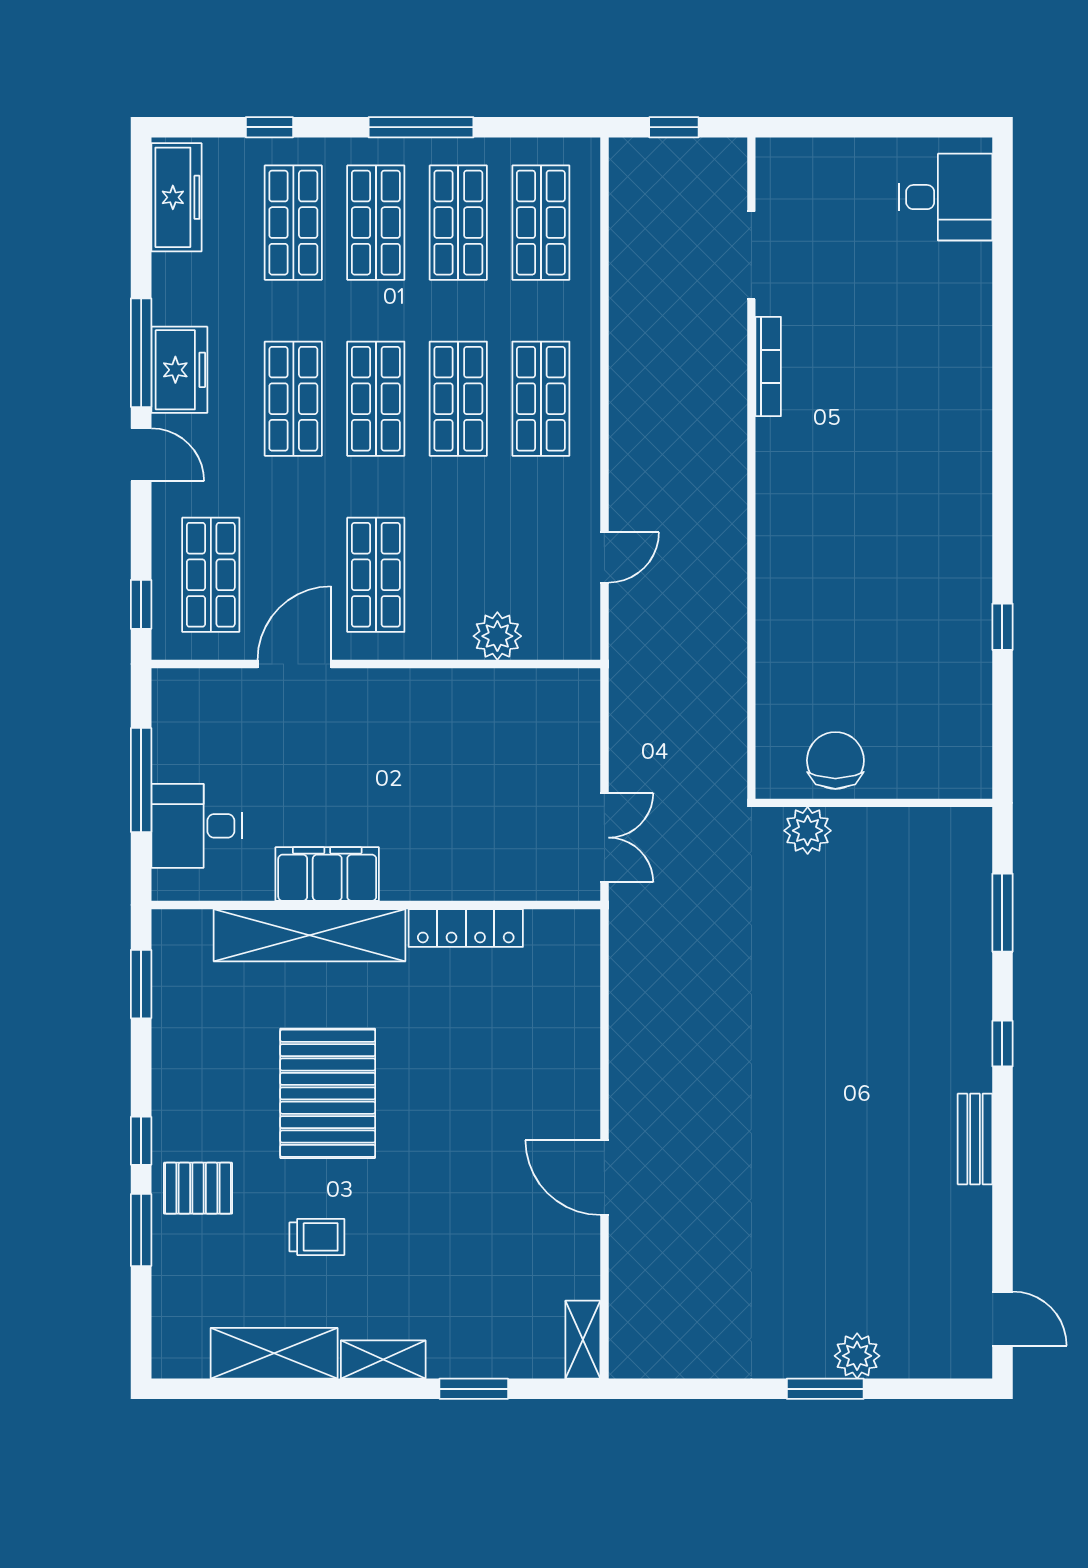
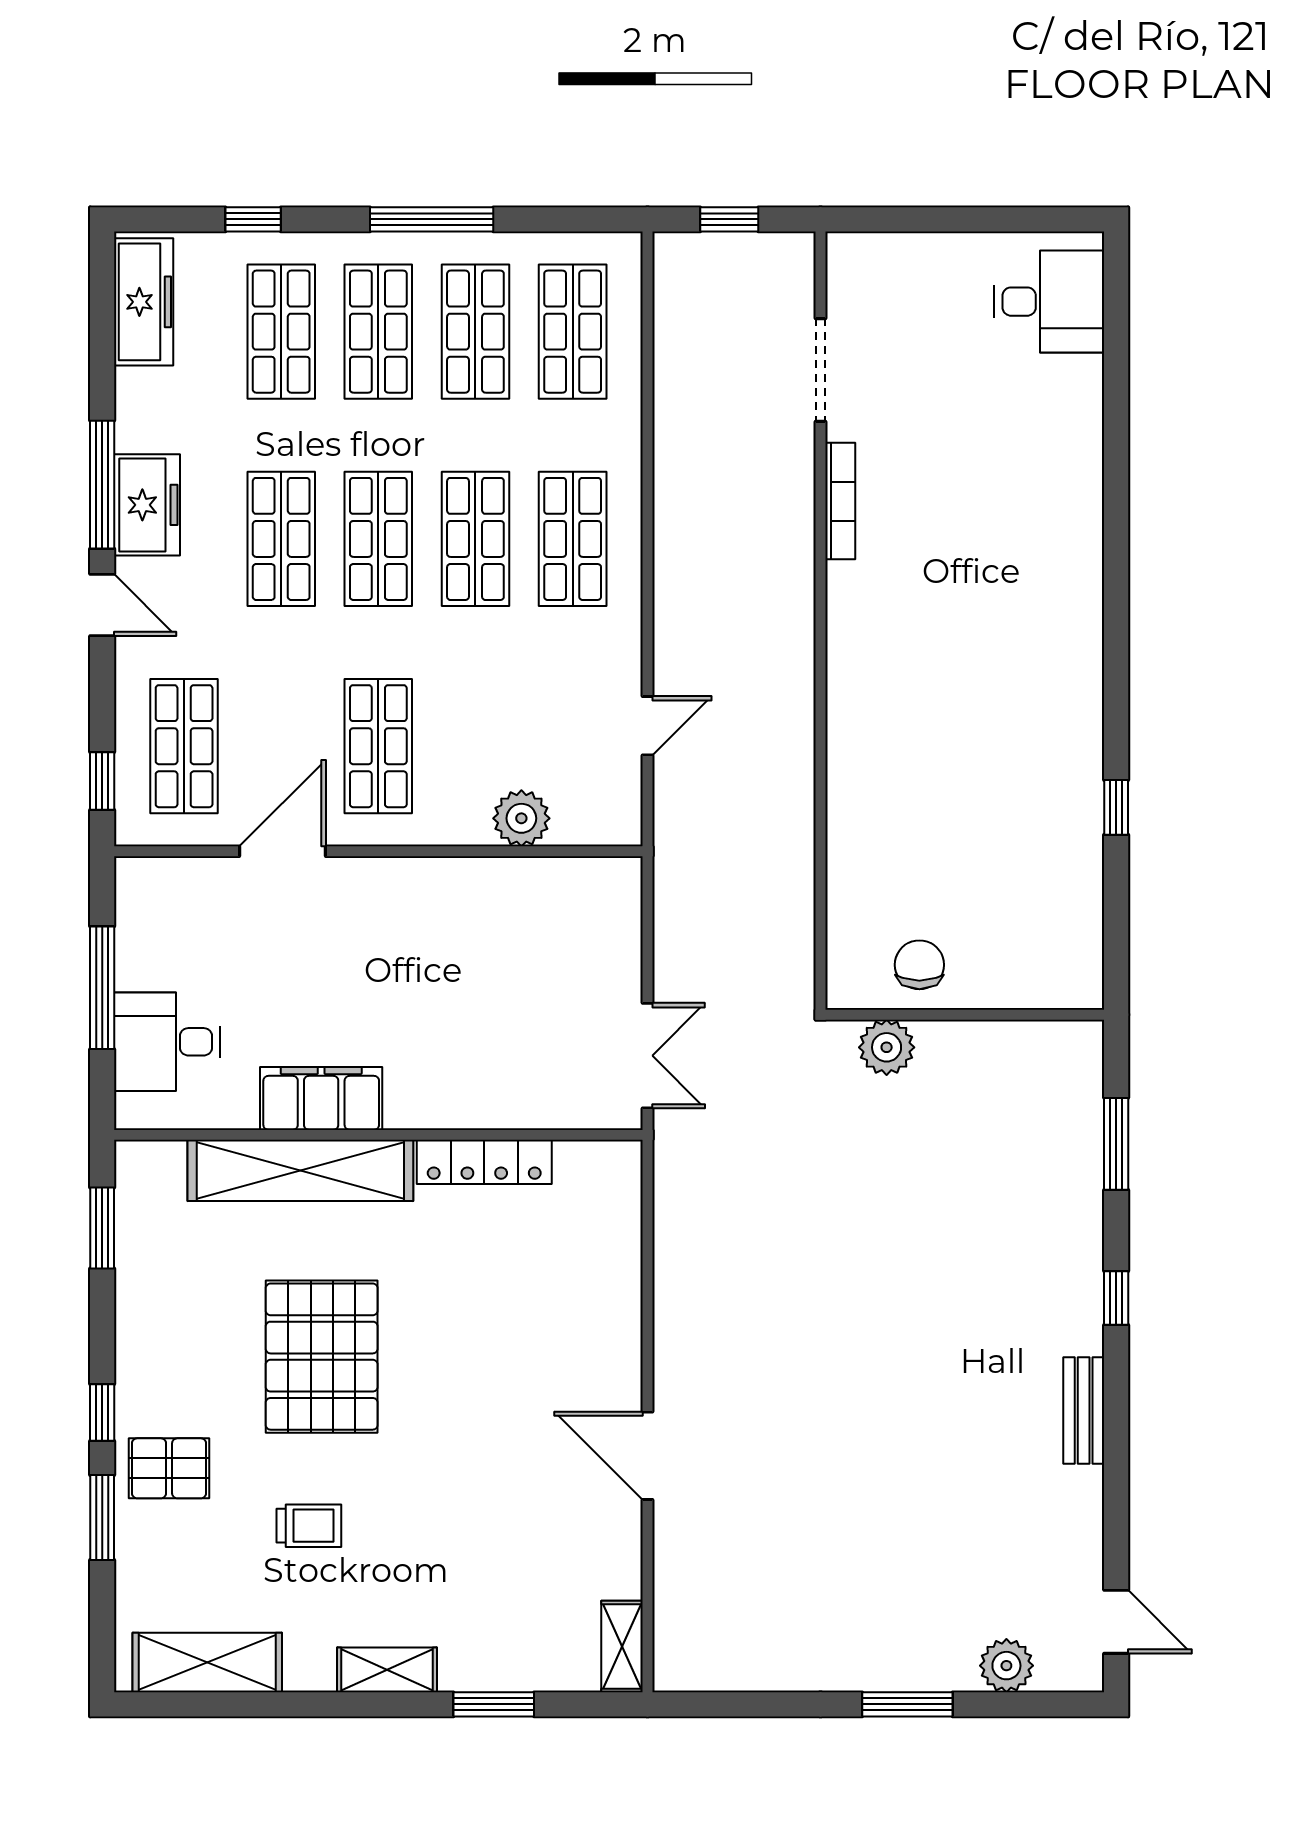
chair: (835, 760) -> (919, 965), width x0.73, depth x0.73
shelving: (274, 1353) -> (207, 1662), moved
plant: (857, 1356) -> (1006, 1666), moved

